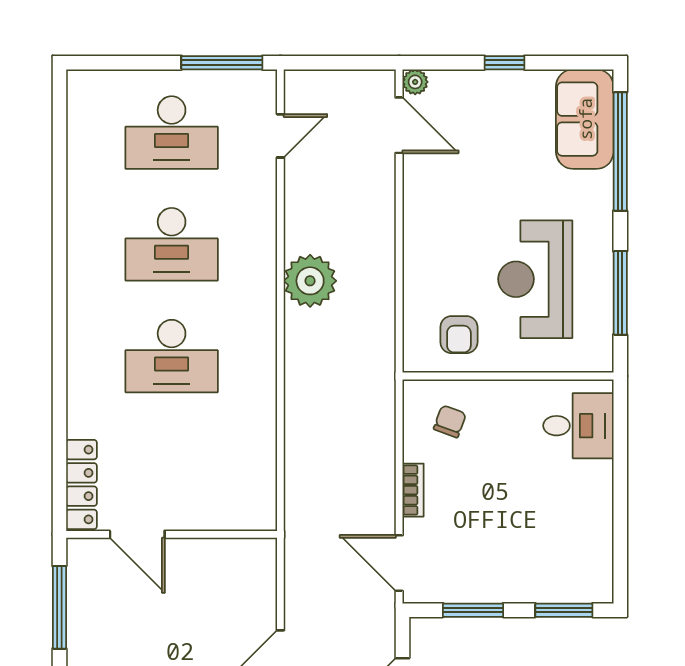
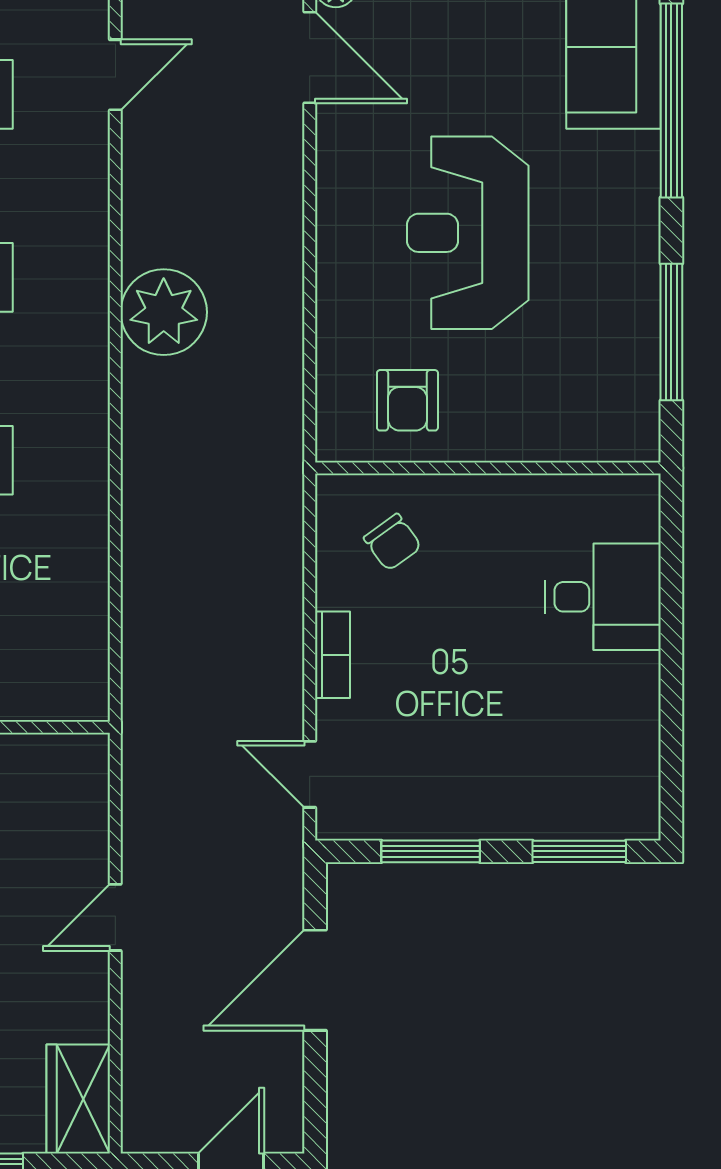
reception desk: (535, 279) -> (468, 233), moved
chair: (450, 421) -> (393, 542), turned 124
desk: (578, 426) -> (603, 597), moved
door: (399, 563) -> (310, 774), width x0.73

